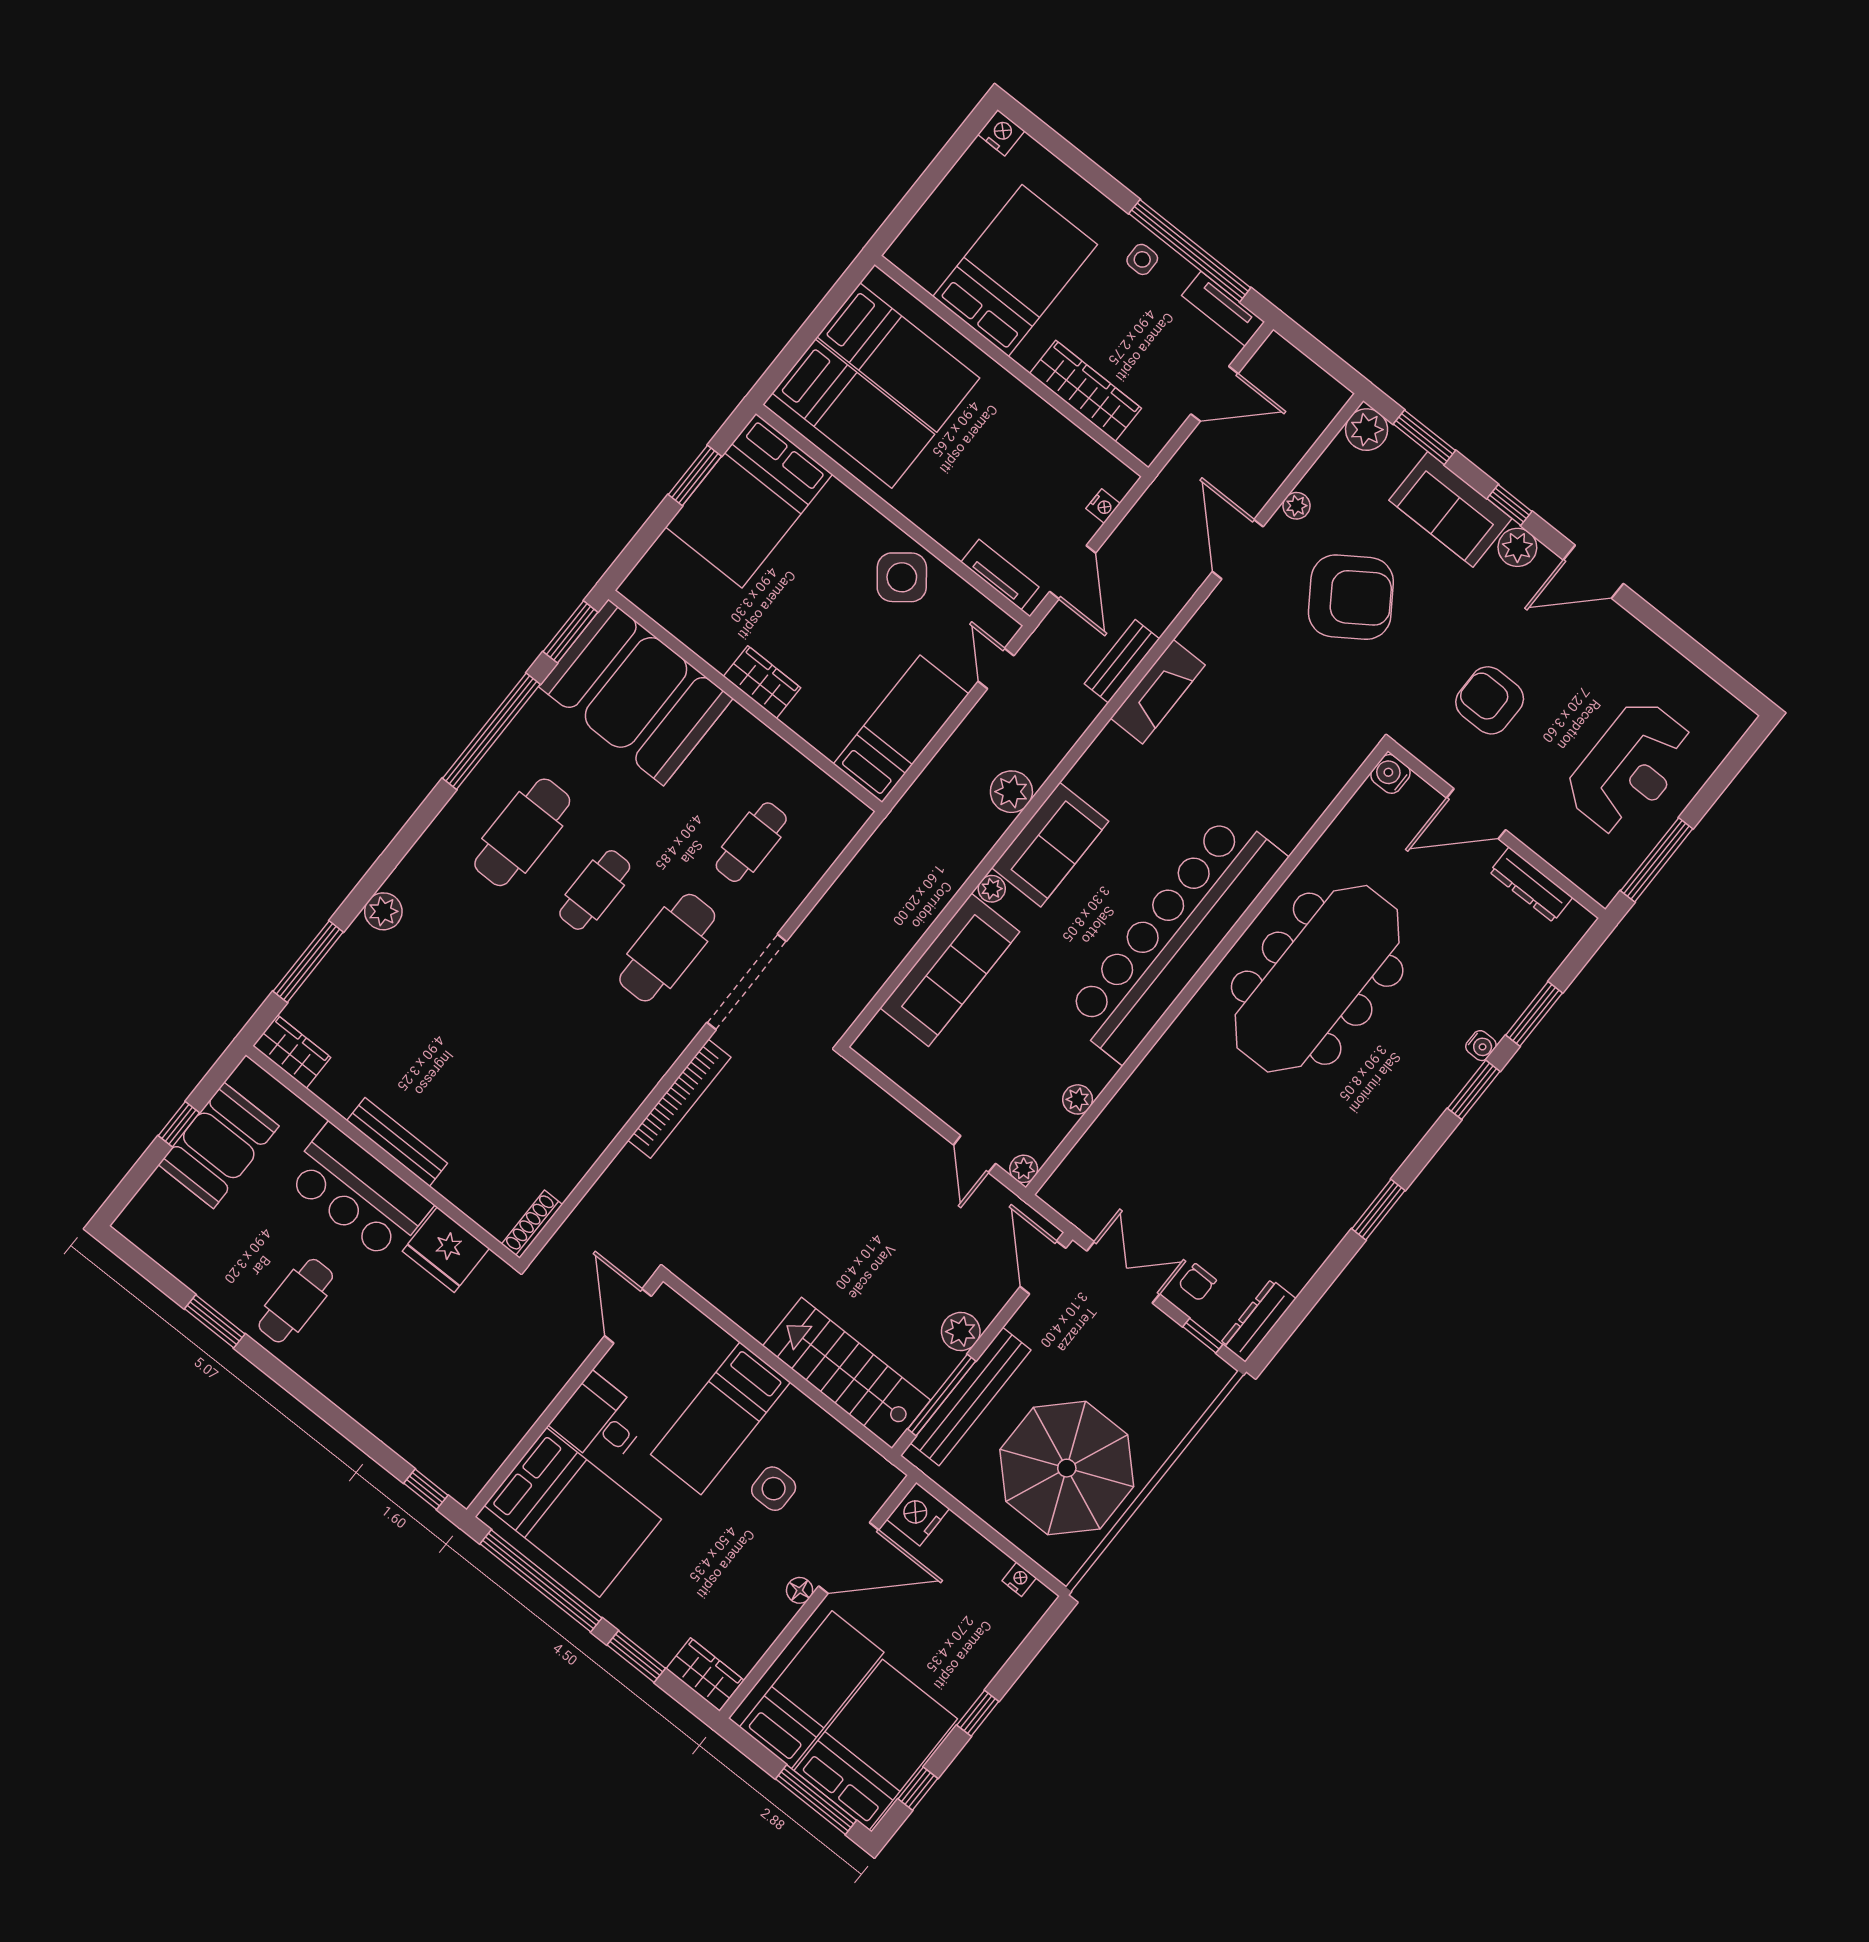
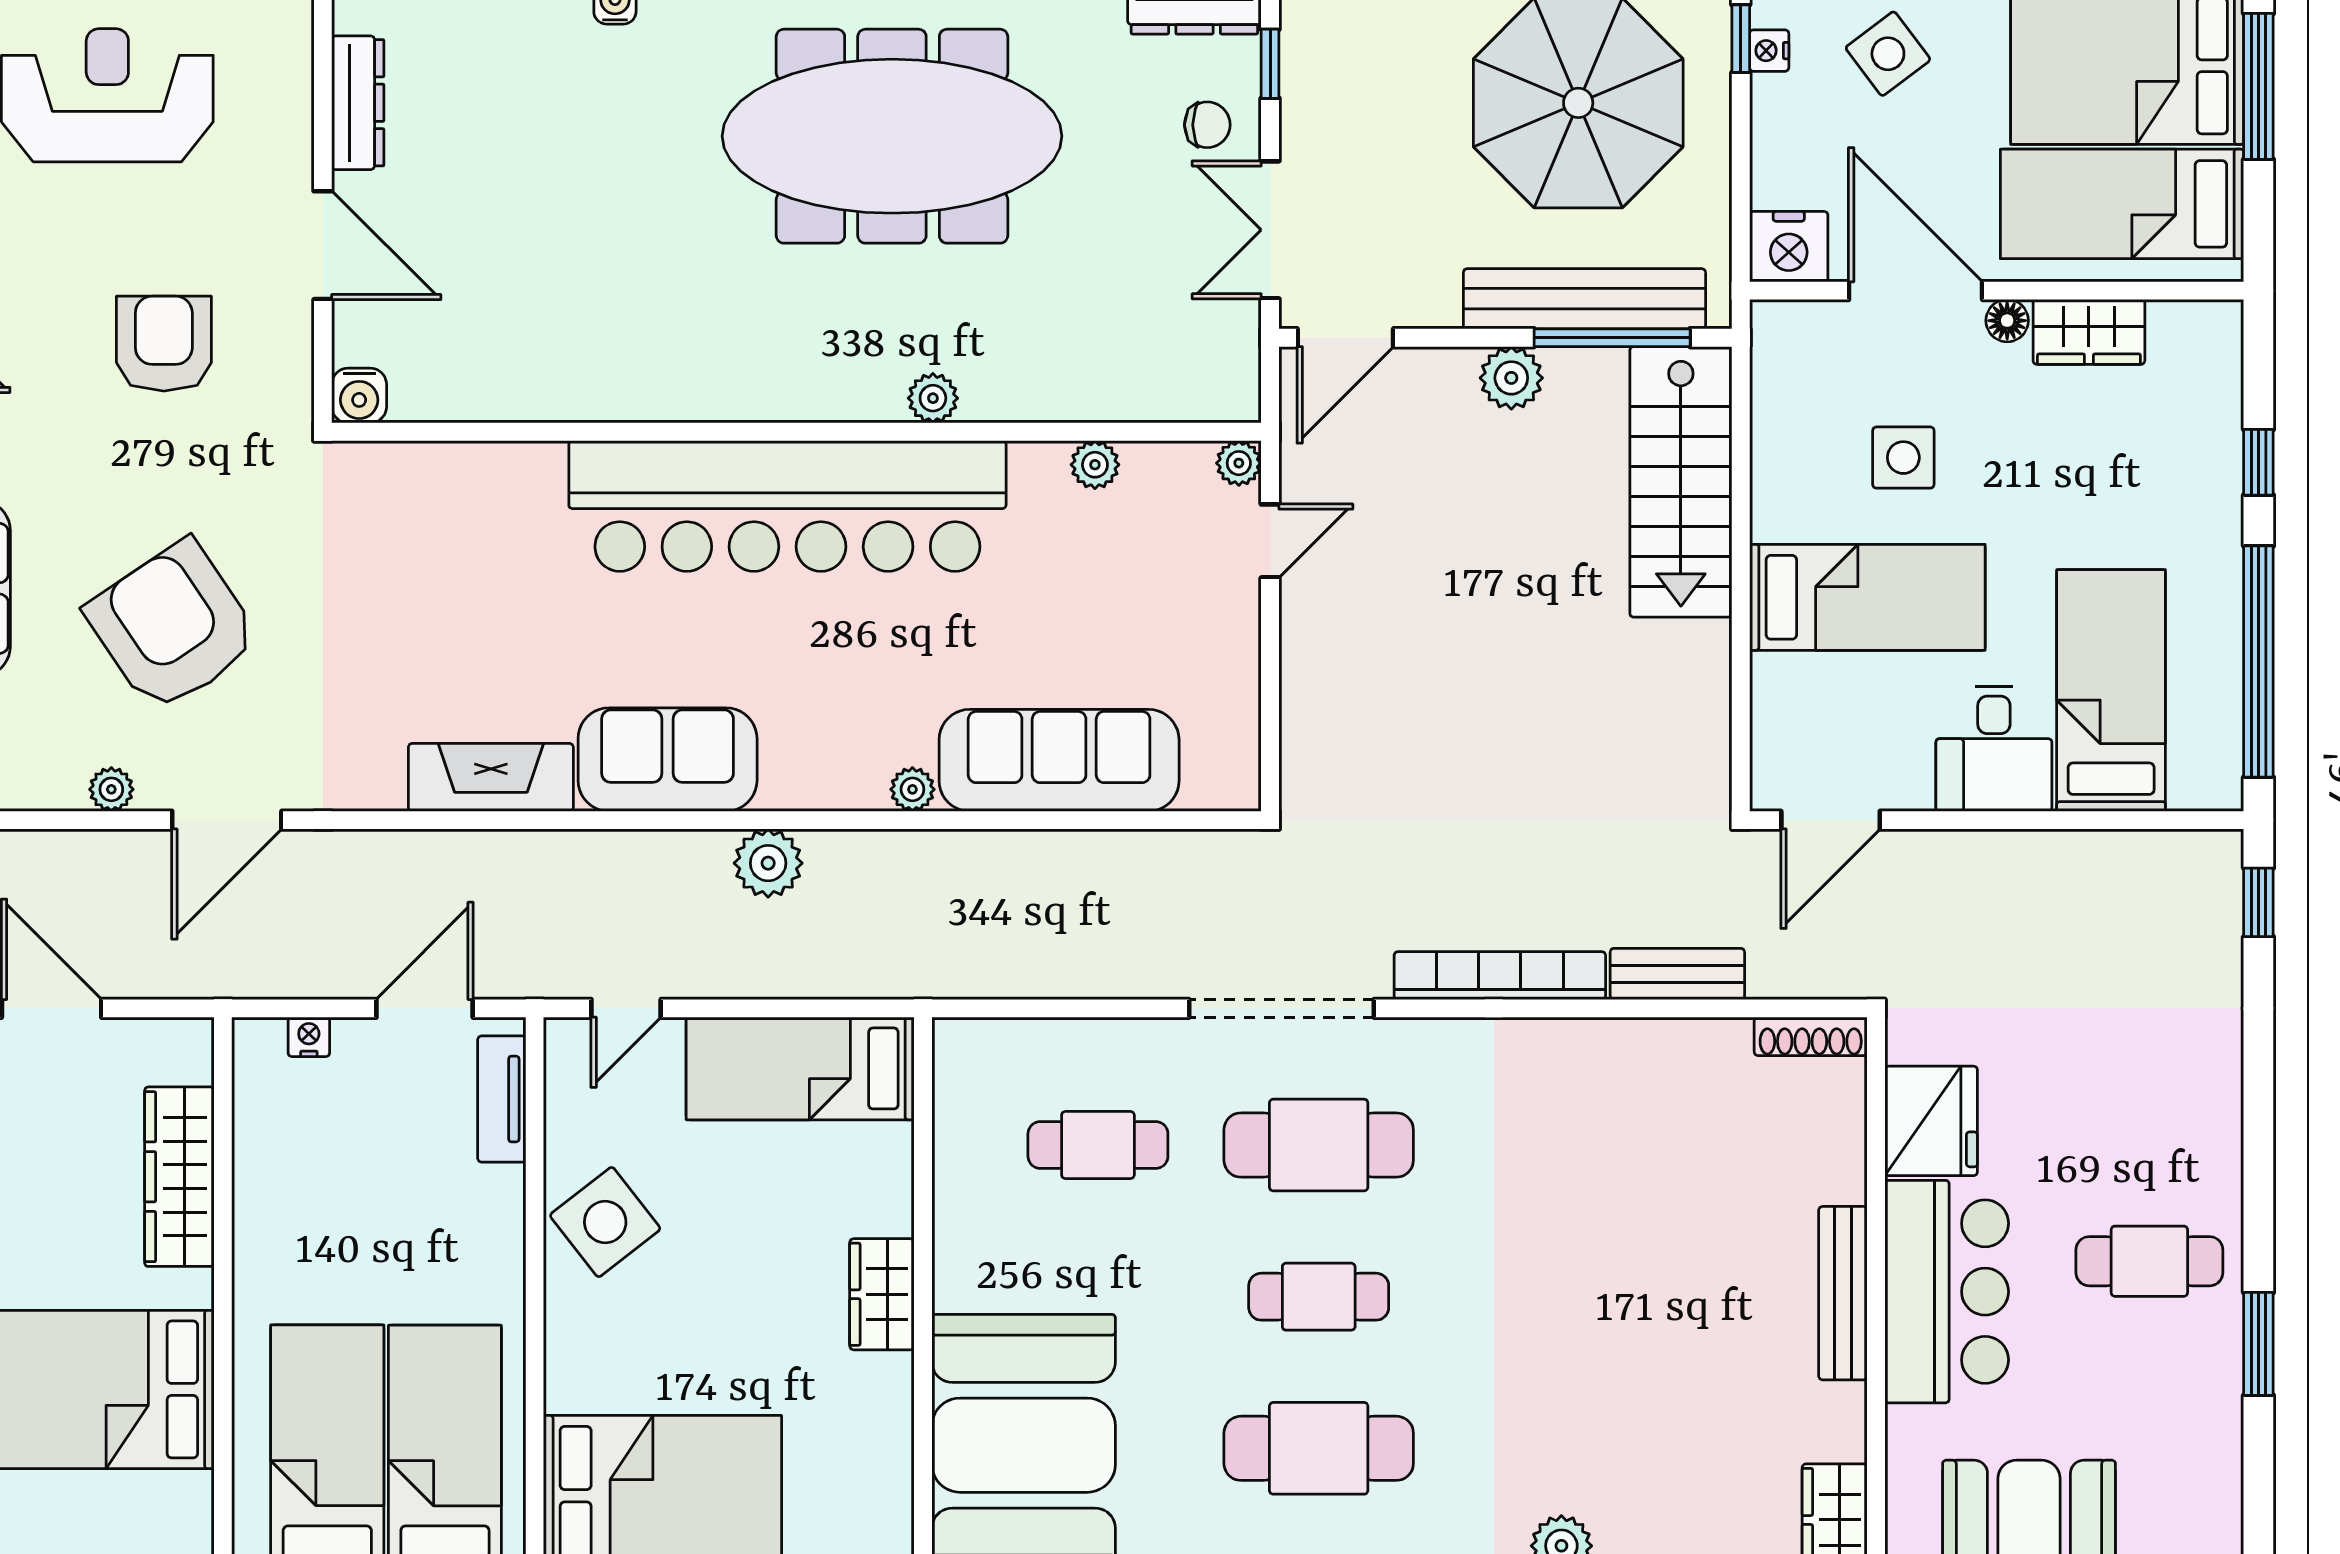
bench: (1122, 661) -> (1677, 974), moved
armchair: (1490, 700) -> (164, 344), turned 180
sofa: (1050, 845) -> (668, 760), moved
meeting table: (1317, 979) -> (892, 136), moved
plant: (1171, 1047) -> (933, 398), added
bed: (573, 1512) -> (2111, 690), width x0.67
window: (1036, 1570) -> (1741, 39), added
side table: (973, 1635) -> (1888, 54), added
window: (636, 1657) -> (2258, 462), width x0.67
wardrobe: (705, 1674) -> (2089, 332), moved, turned -90

